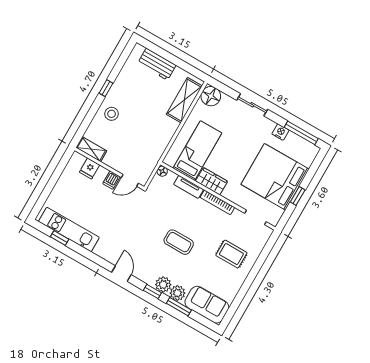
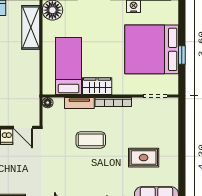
door: (130, 180) -> (23, 127), hinge flipped
coffee table: (179, 242) -> (91, 140), moved
rug: (231, 254) -> (144, 158), moved

